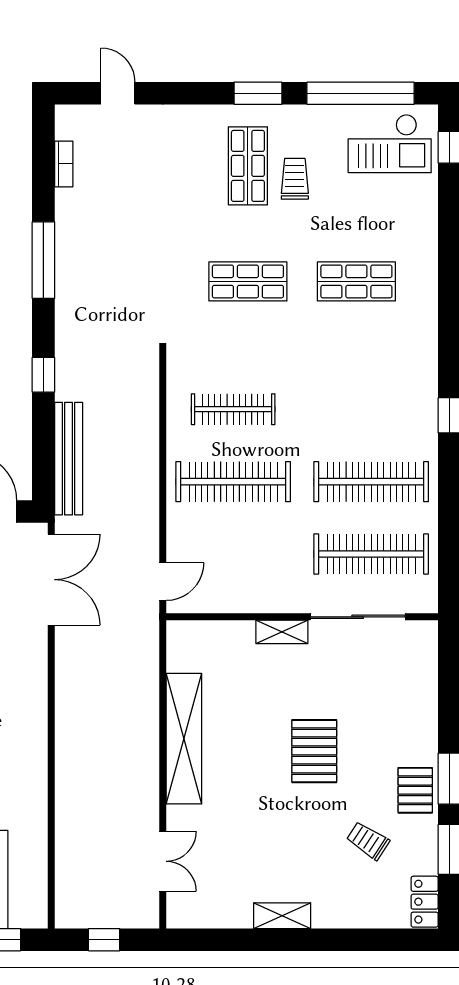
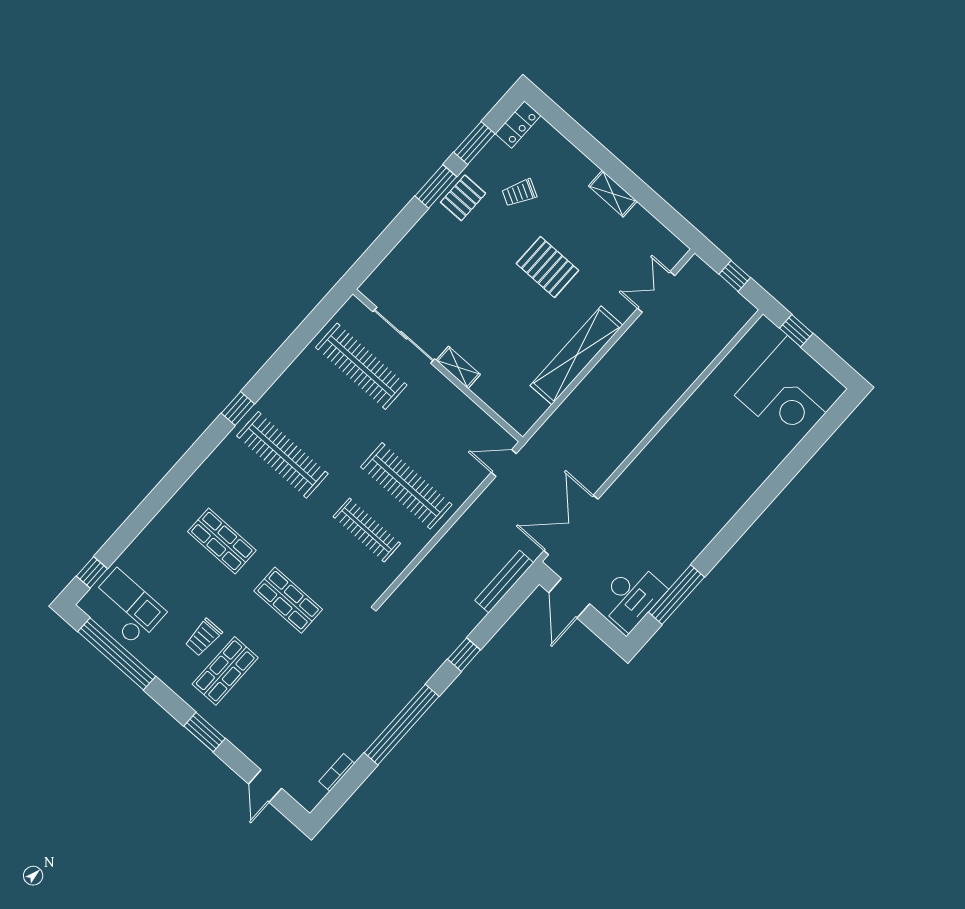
window: (258, 93) -> (205, 732), moved
window: (43, 260) -> (402, 725), width x1.46
bench: (69, 459) -> (504, 582), width x0.73, depth x0.82
clothes rail: (371, 482) -> (282, 455), moved
pallet: (314, 751) -> (547, 267), moved, turned 90
trolley: (368, 841) -> (519, 193), turned 85

